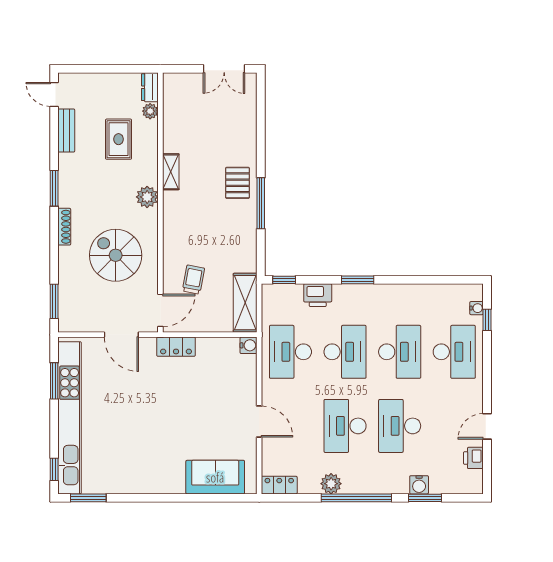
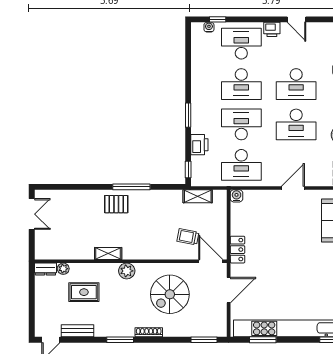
shelving: (245, 303) -> (198, 196), width x0.67, depth x0.75
desk: (400, 352) -> (241, 84), turned 180
printer: (473, 458) -> (272, 29), moved

